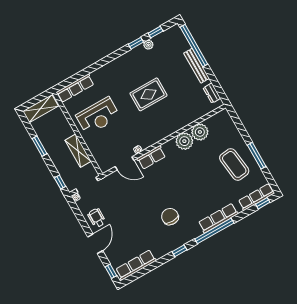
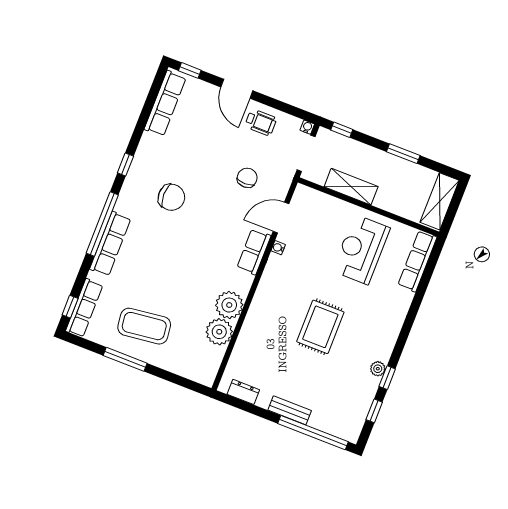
plant: (148, 45) -> (378, 369), moved
bench: (197, 66) -> (290, 410), width x0.73
chair: (125, 196) -> (247, 178), added

